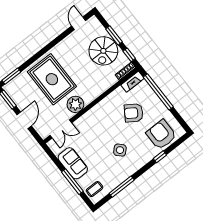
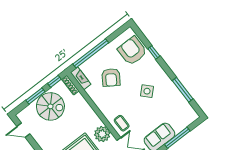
armchair: (161, 135) -> (132, 51), turned 90
coffee table: (95, 189) -> (122, 123), moved

